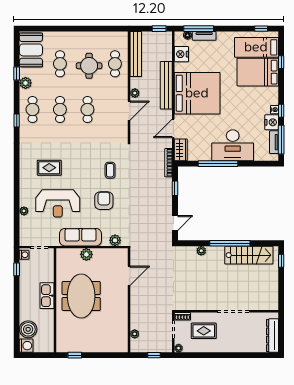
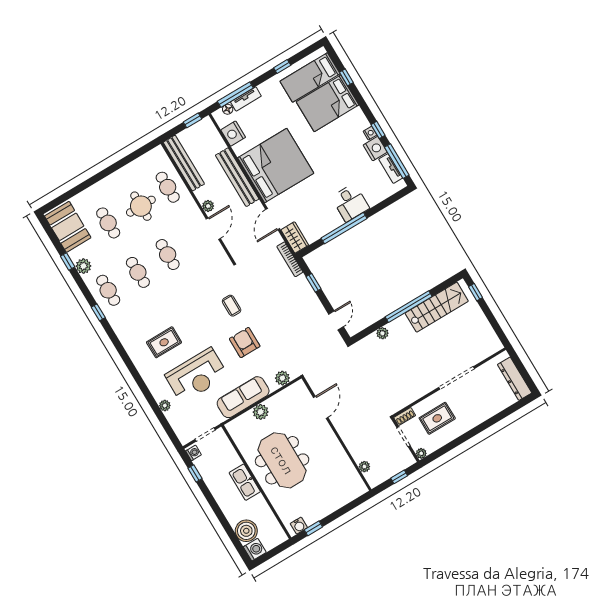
window: (261, 29) -> (282, 67), moved
desk: (233, 145) -> (350, 203), width x0.53, depth x0.77
water cooler: (66, 347) -> (299, 526), added

